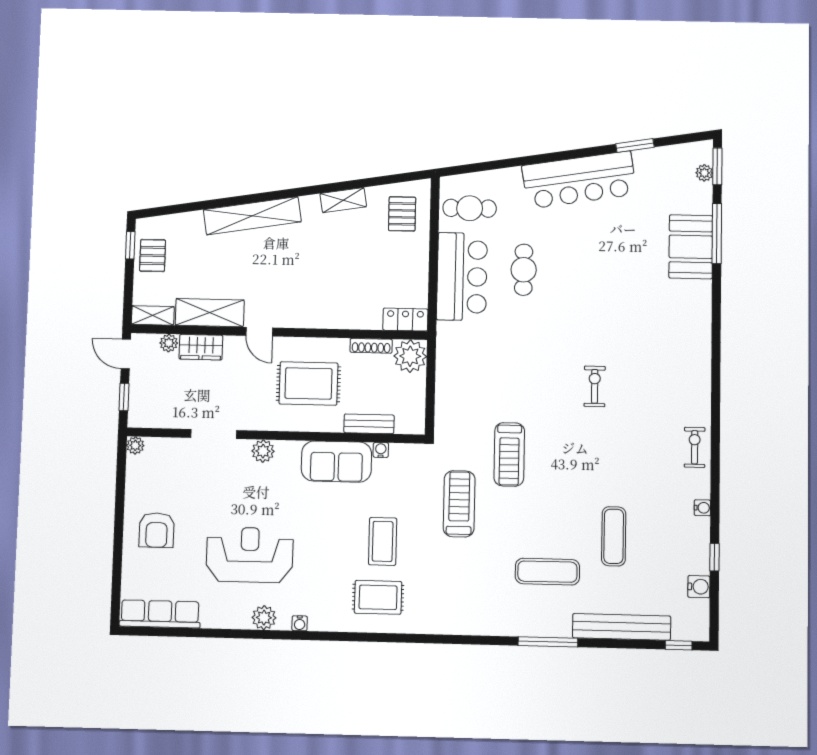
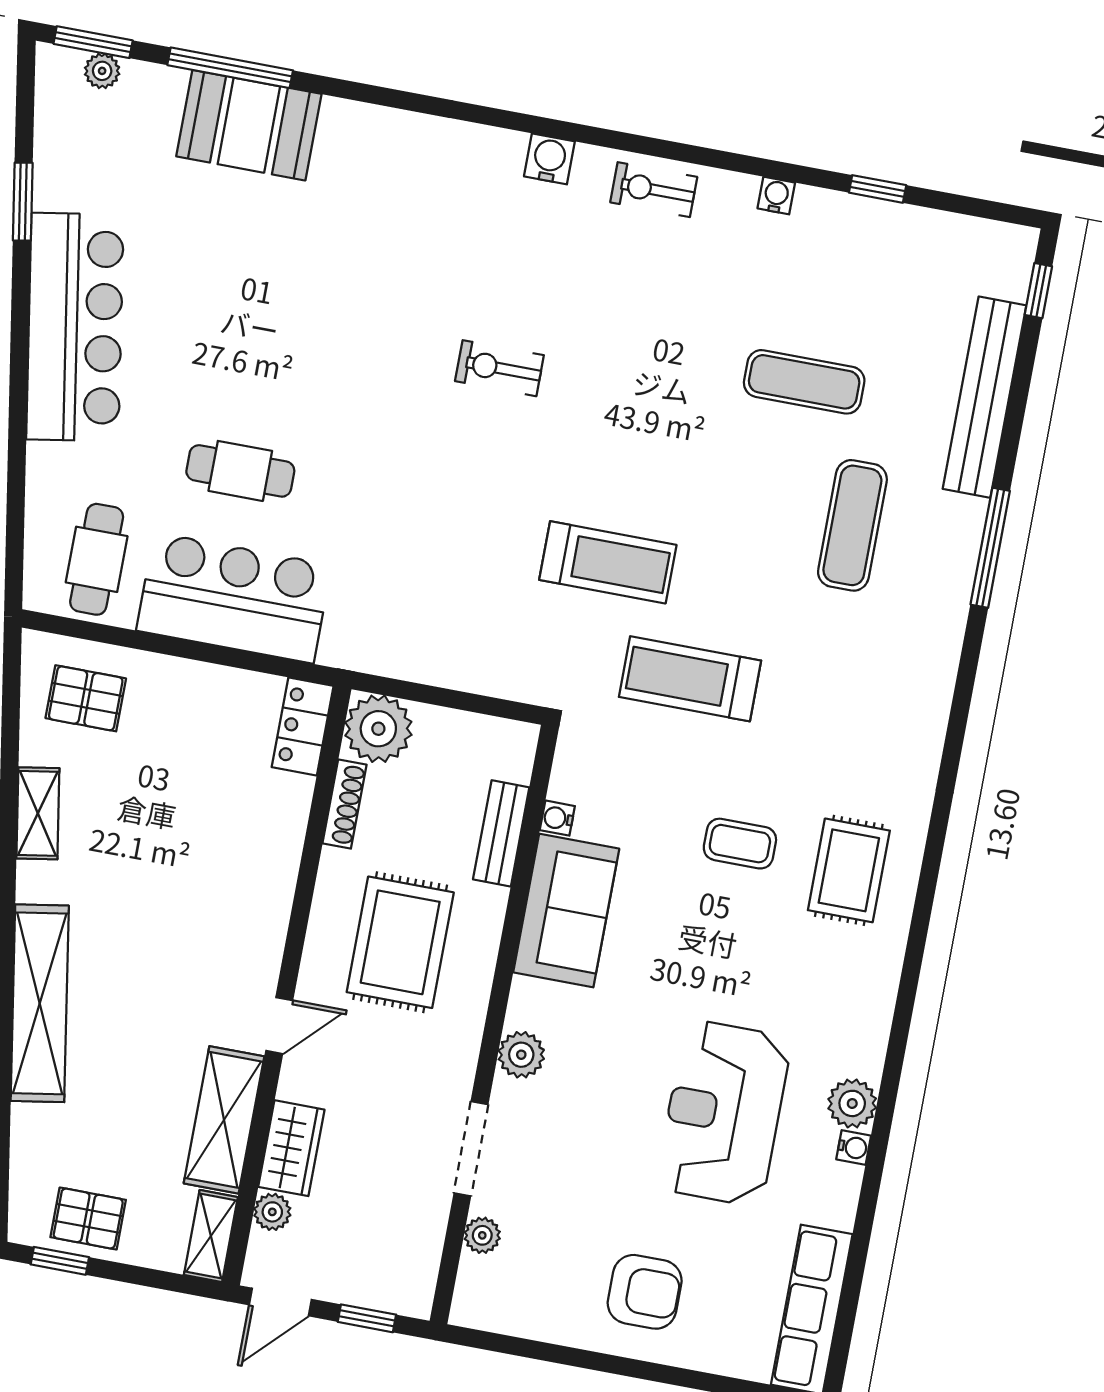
plant: (135, 445) -> (482, 1235), moved
coffee table: (383, 541) -> (740, 844), width x0.73, depth x0.77
water cooler: (699, 587) -> (549, 159), moved
water cooler: (300, 623) -> (854, 1148), moved

